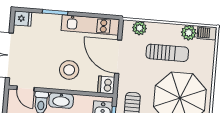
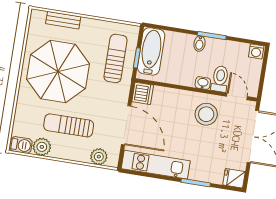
stool: (69, 70) -> (206, 114), moved
washbasin: (61, 100) -> (203, 83), width x0.52, depth x0.69

